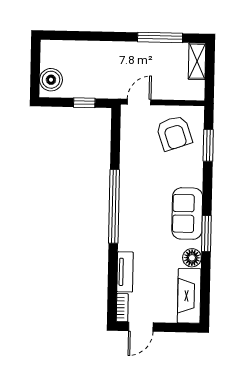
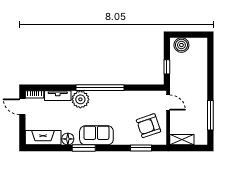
shelving: (197, 61) -> (182, 140), moved
plant: (131, 237) -> (80, 99), added

